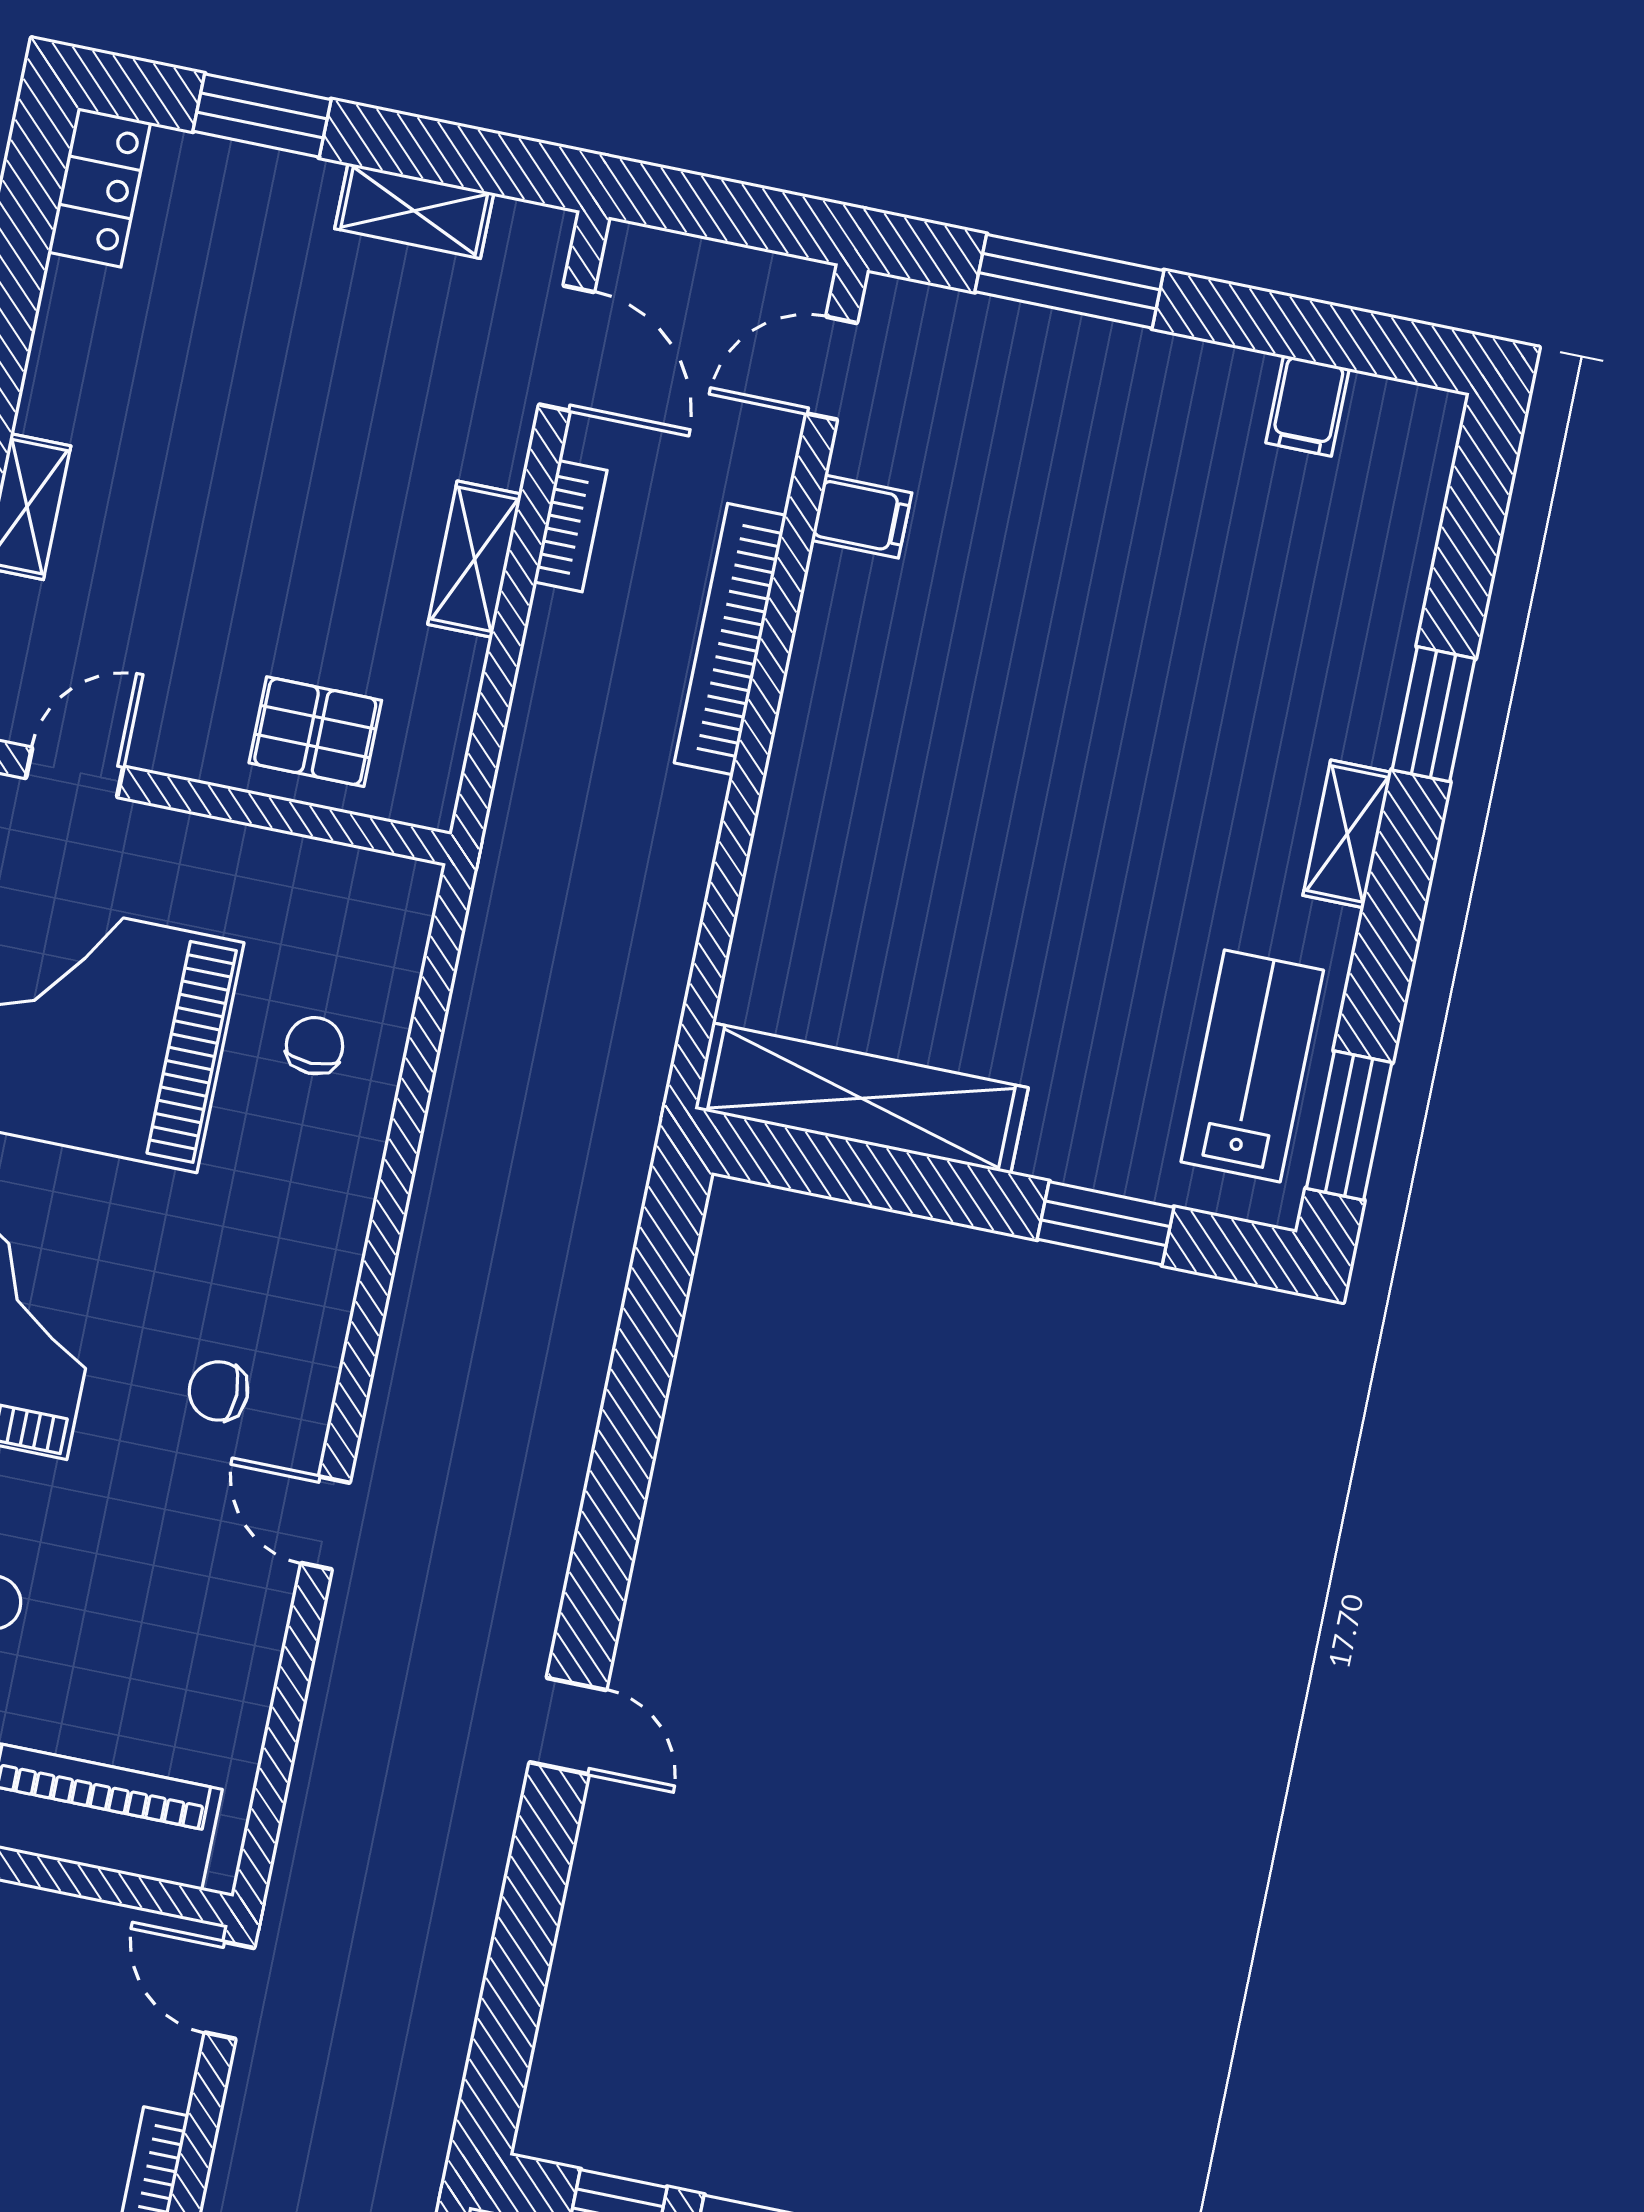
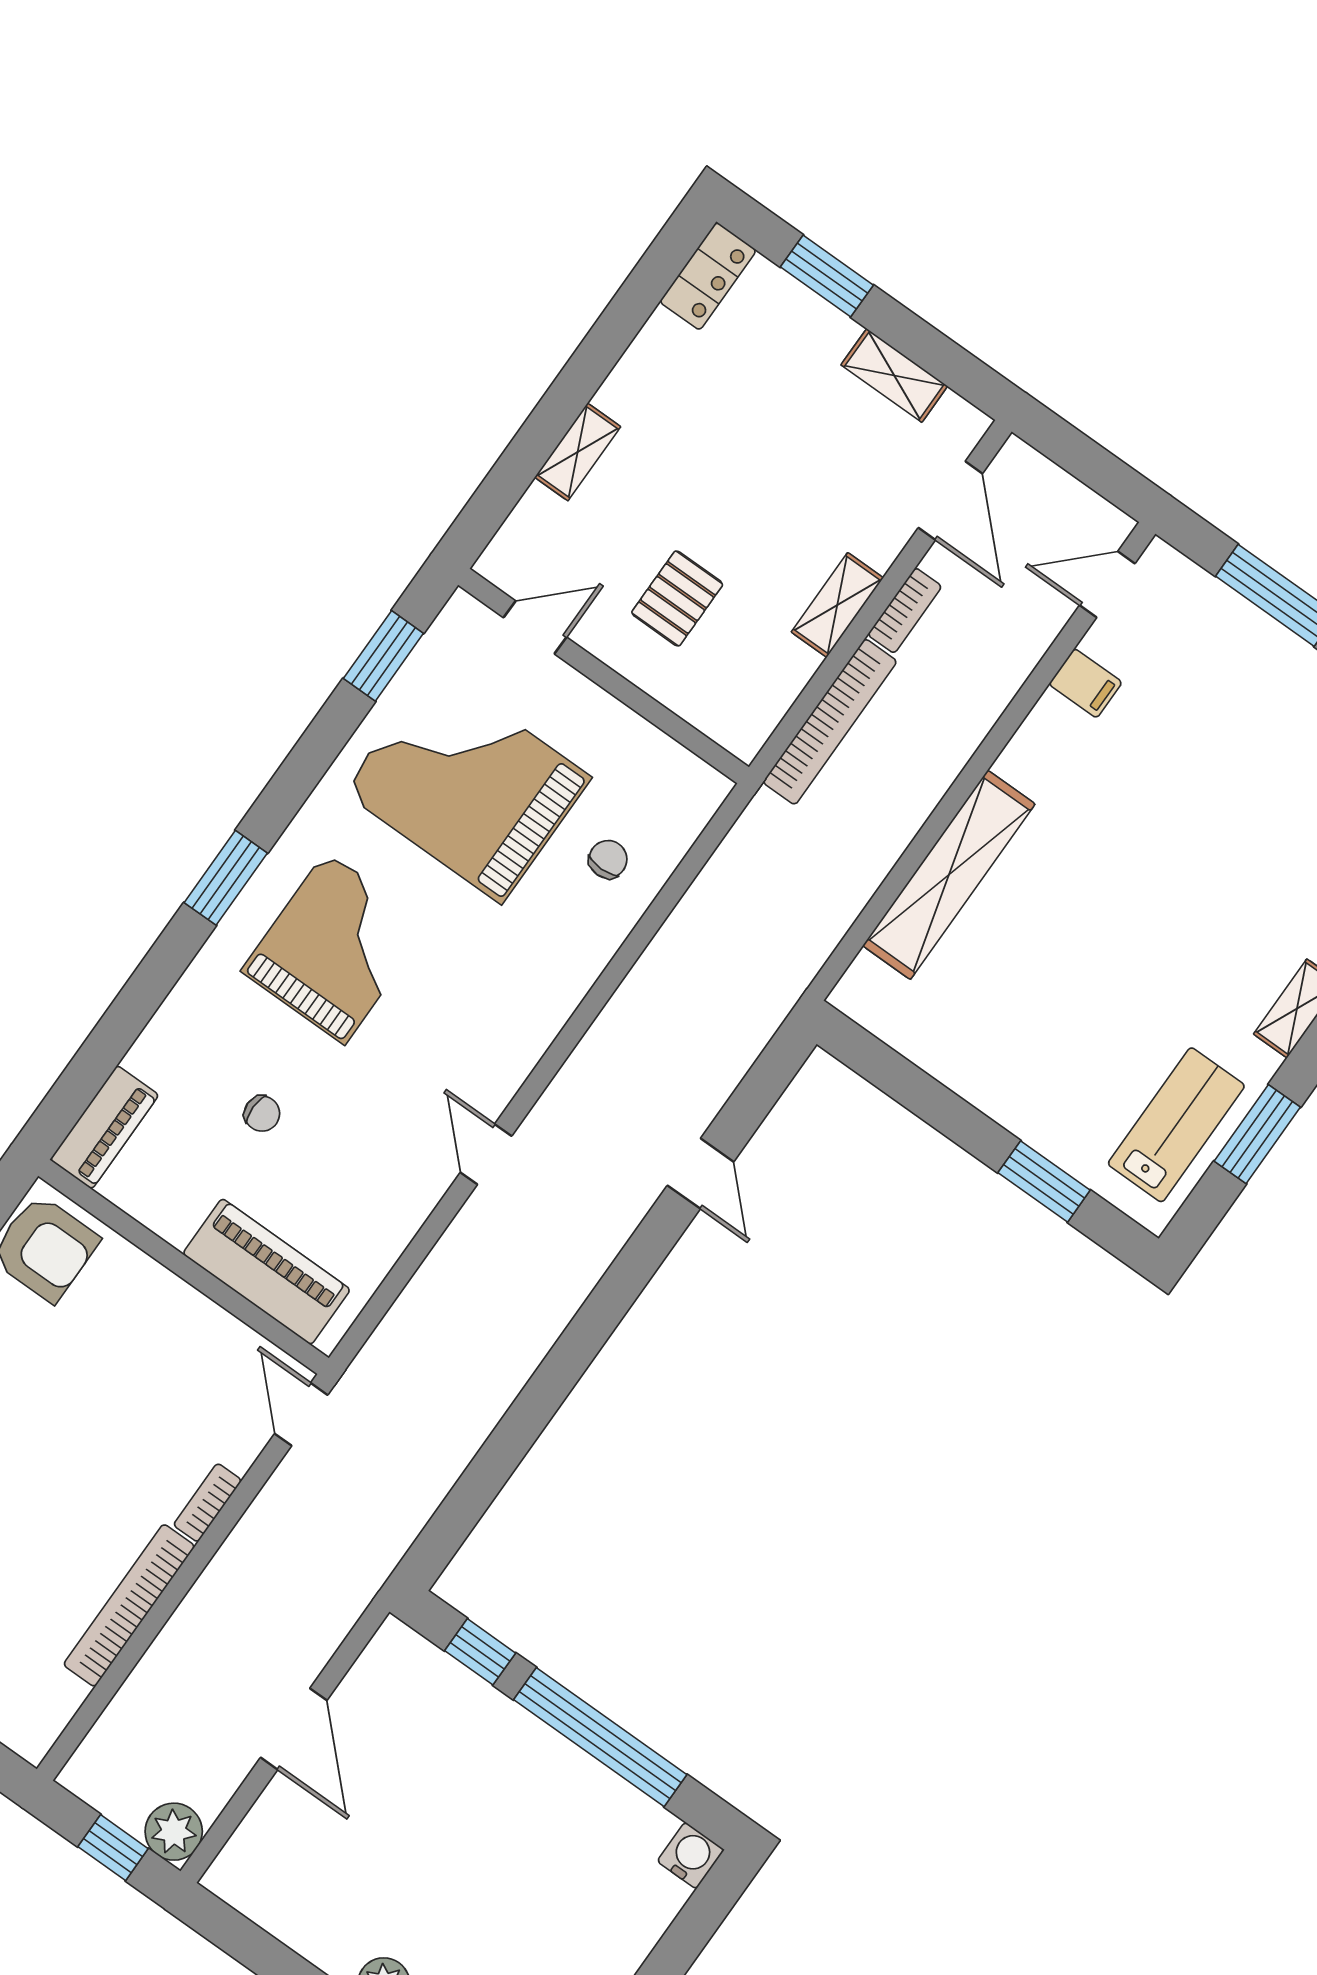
bookcase: (730, 639) -> (830, 722), moved, turned 180
pallet: (315, 732) -> (677, 598), moved, turned 90
shelving: (861, 1098) -> (949, 875), moved, turned 90
window: (1349, 1126) -> (1257, 1134), moved
chair: (219, 1391) -> (456, 1045), removed
door: (568, 1726) -> (701, 1174), moved

